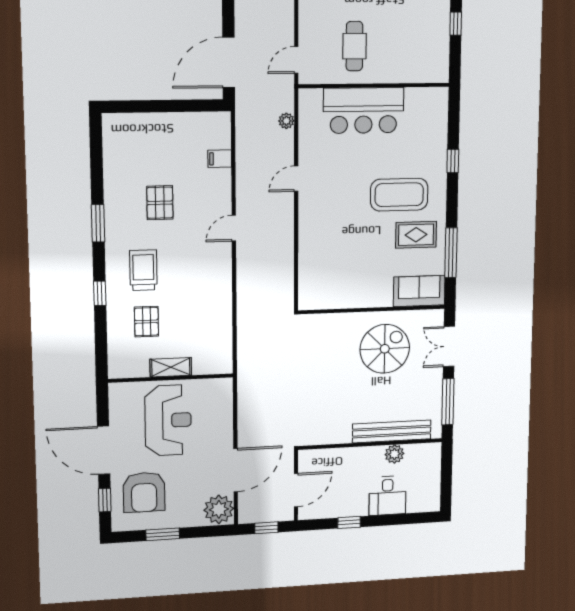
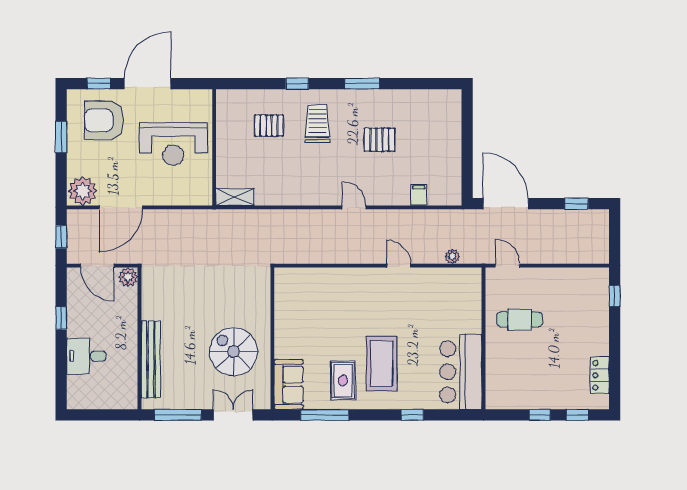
bar counter: (364, 110) -> (461, 372), moved
trolley: (143, 270) -> (317, 124), turned -90
spiral stairs: (385, 349) -> (233, 352), turned 180
shelving: (171, 367) -> (235, 197), moved, turned 90
plant: (394, 454) -> (128, 277), moved
door: (236, 470) -> (121, 207), hinge flipped

